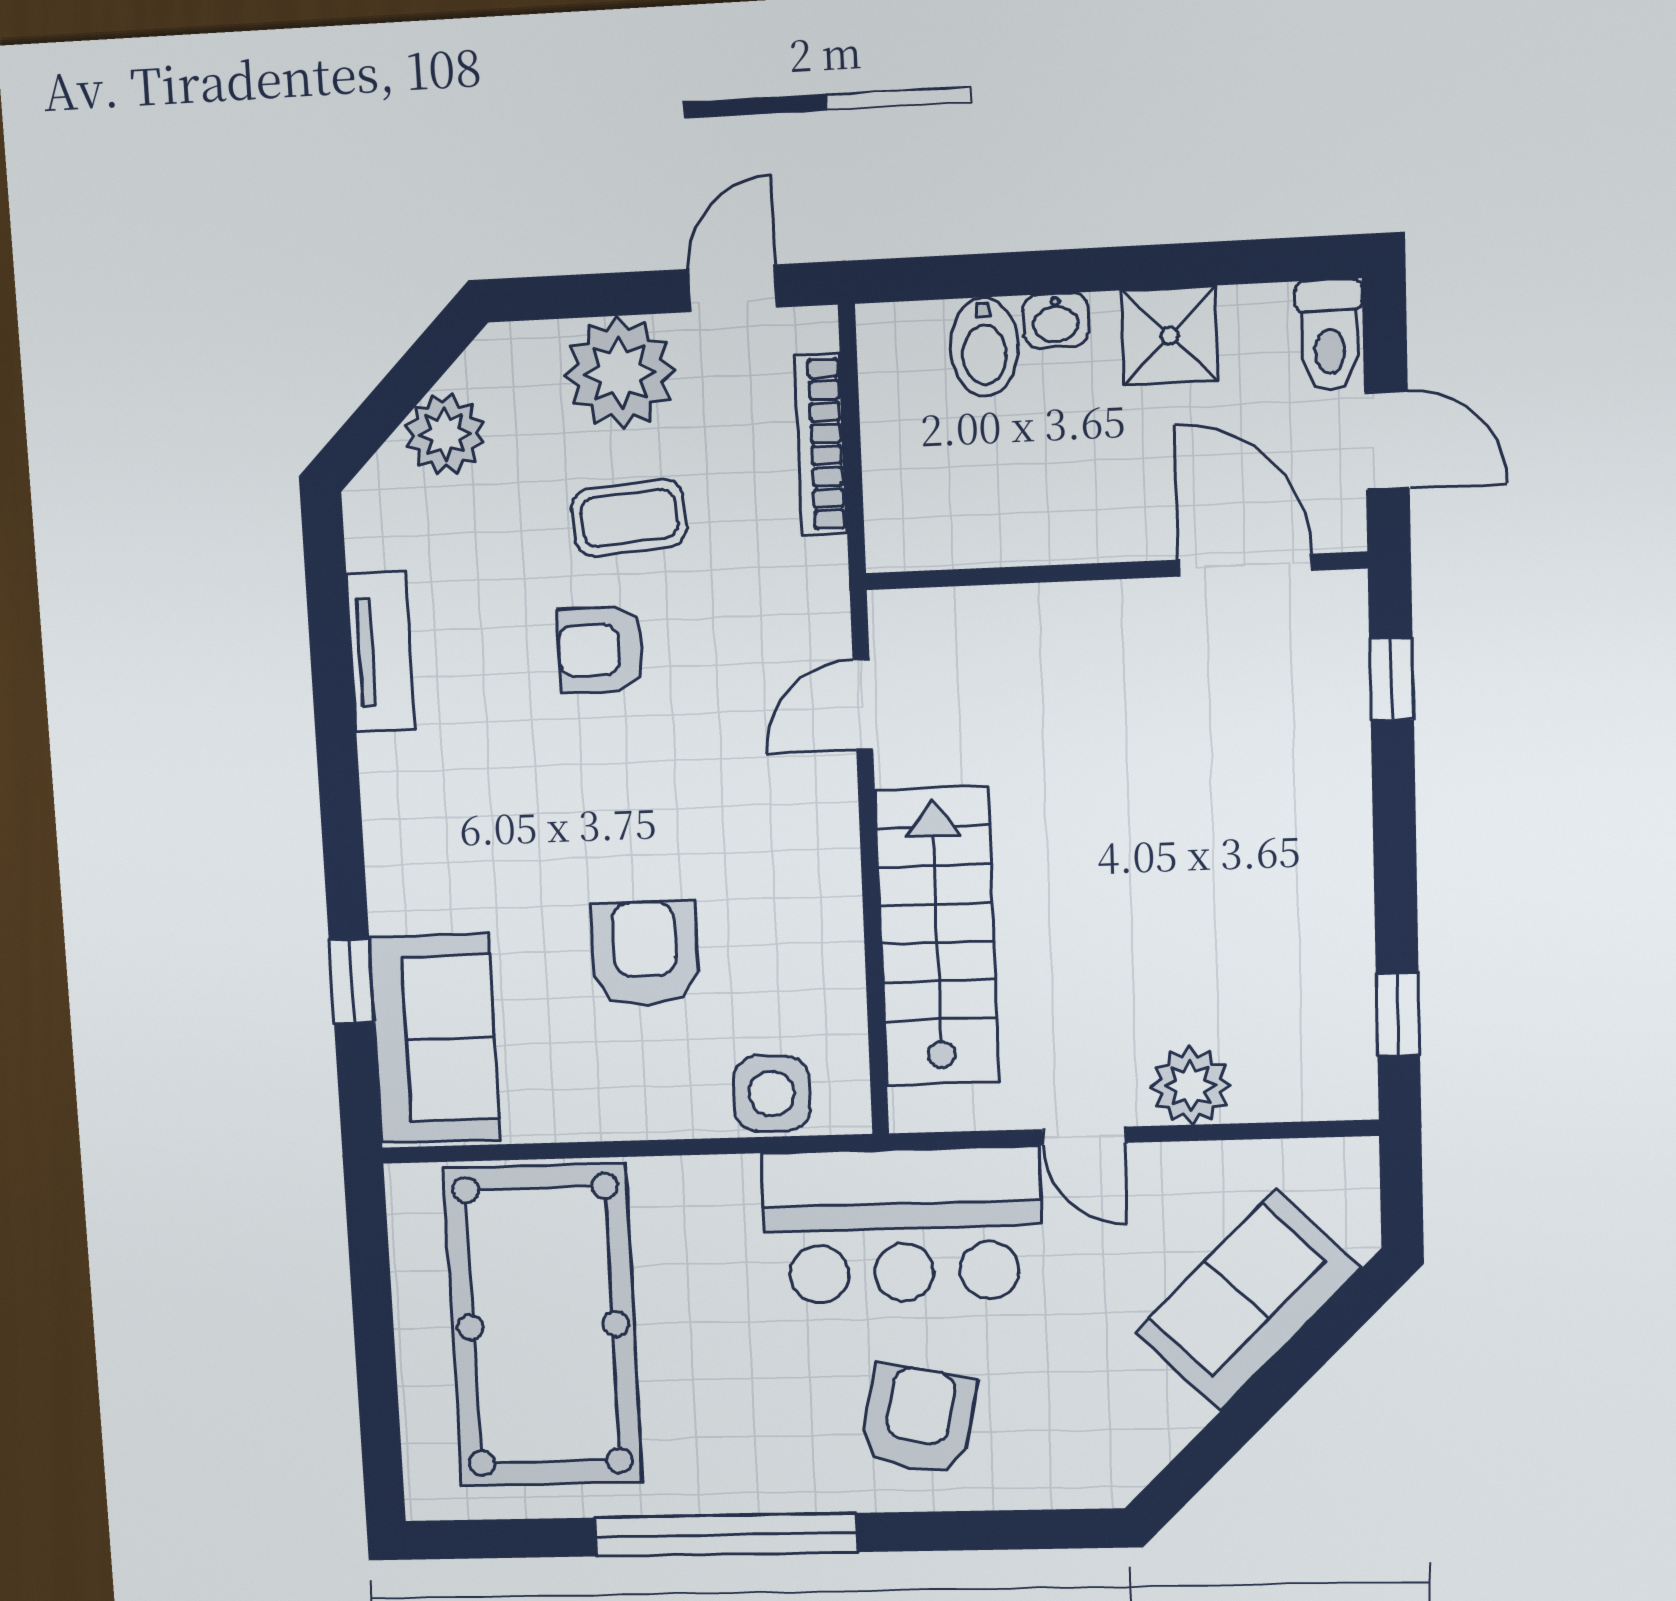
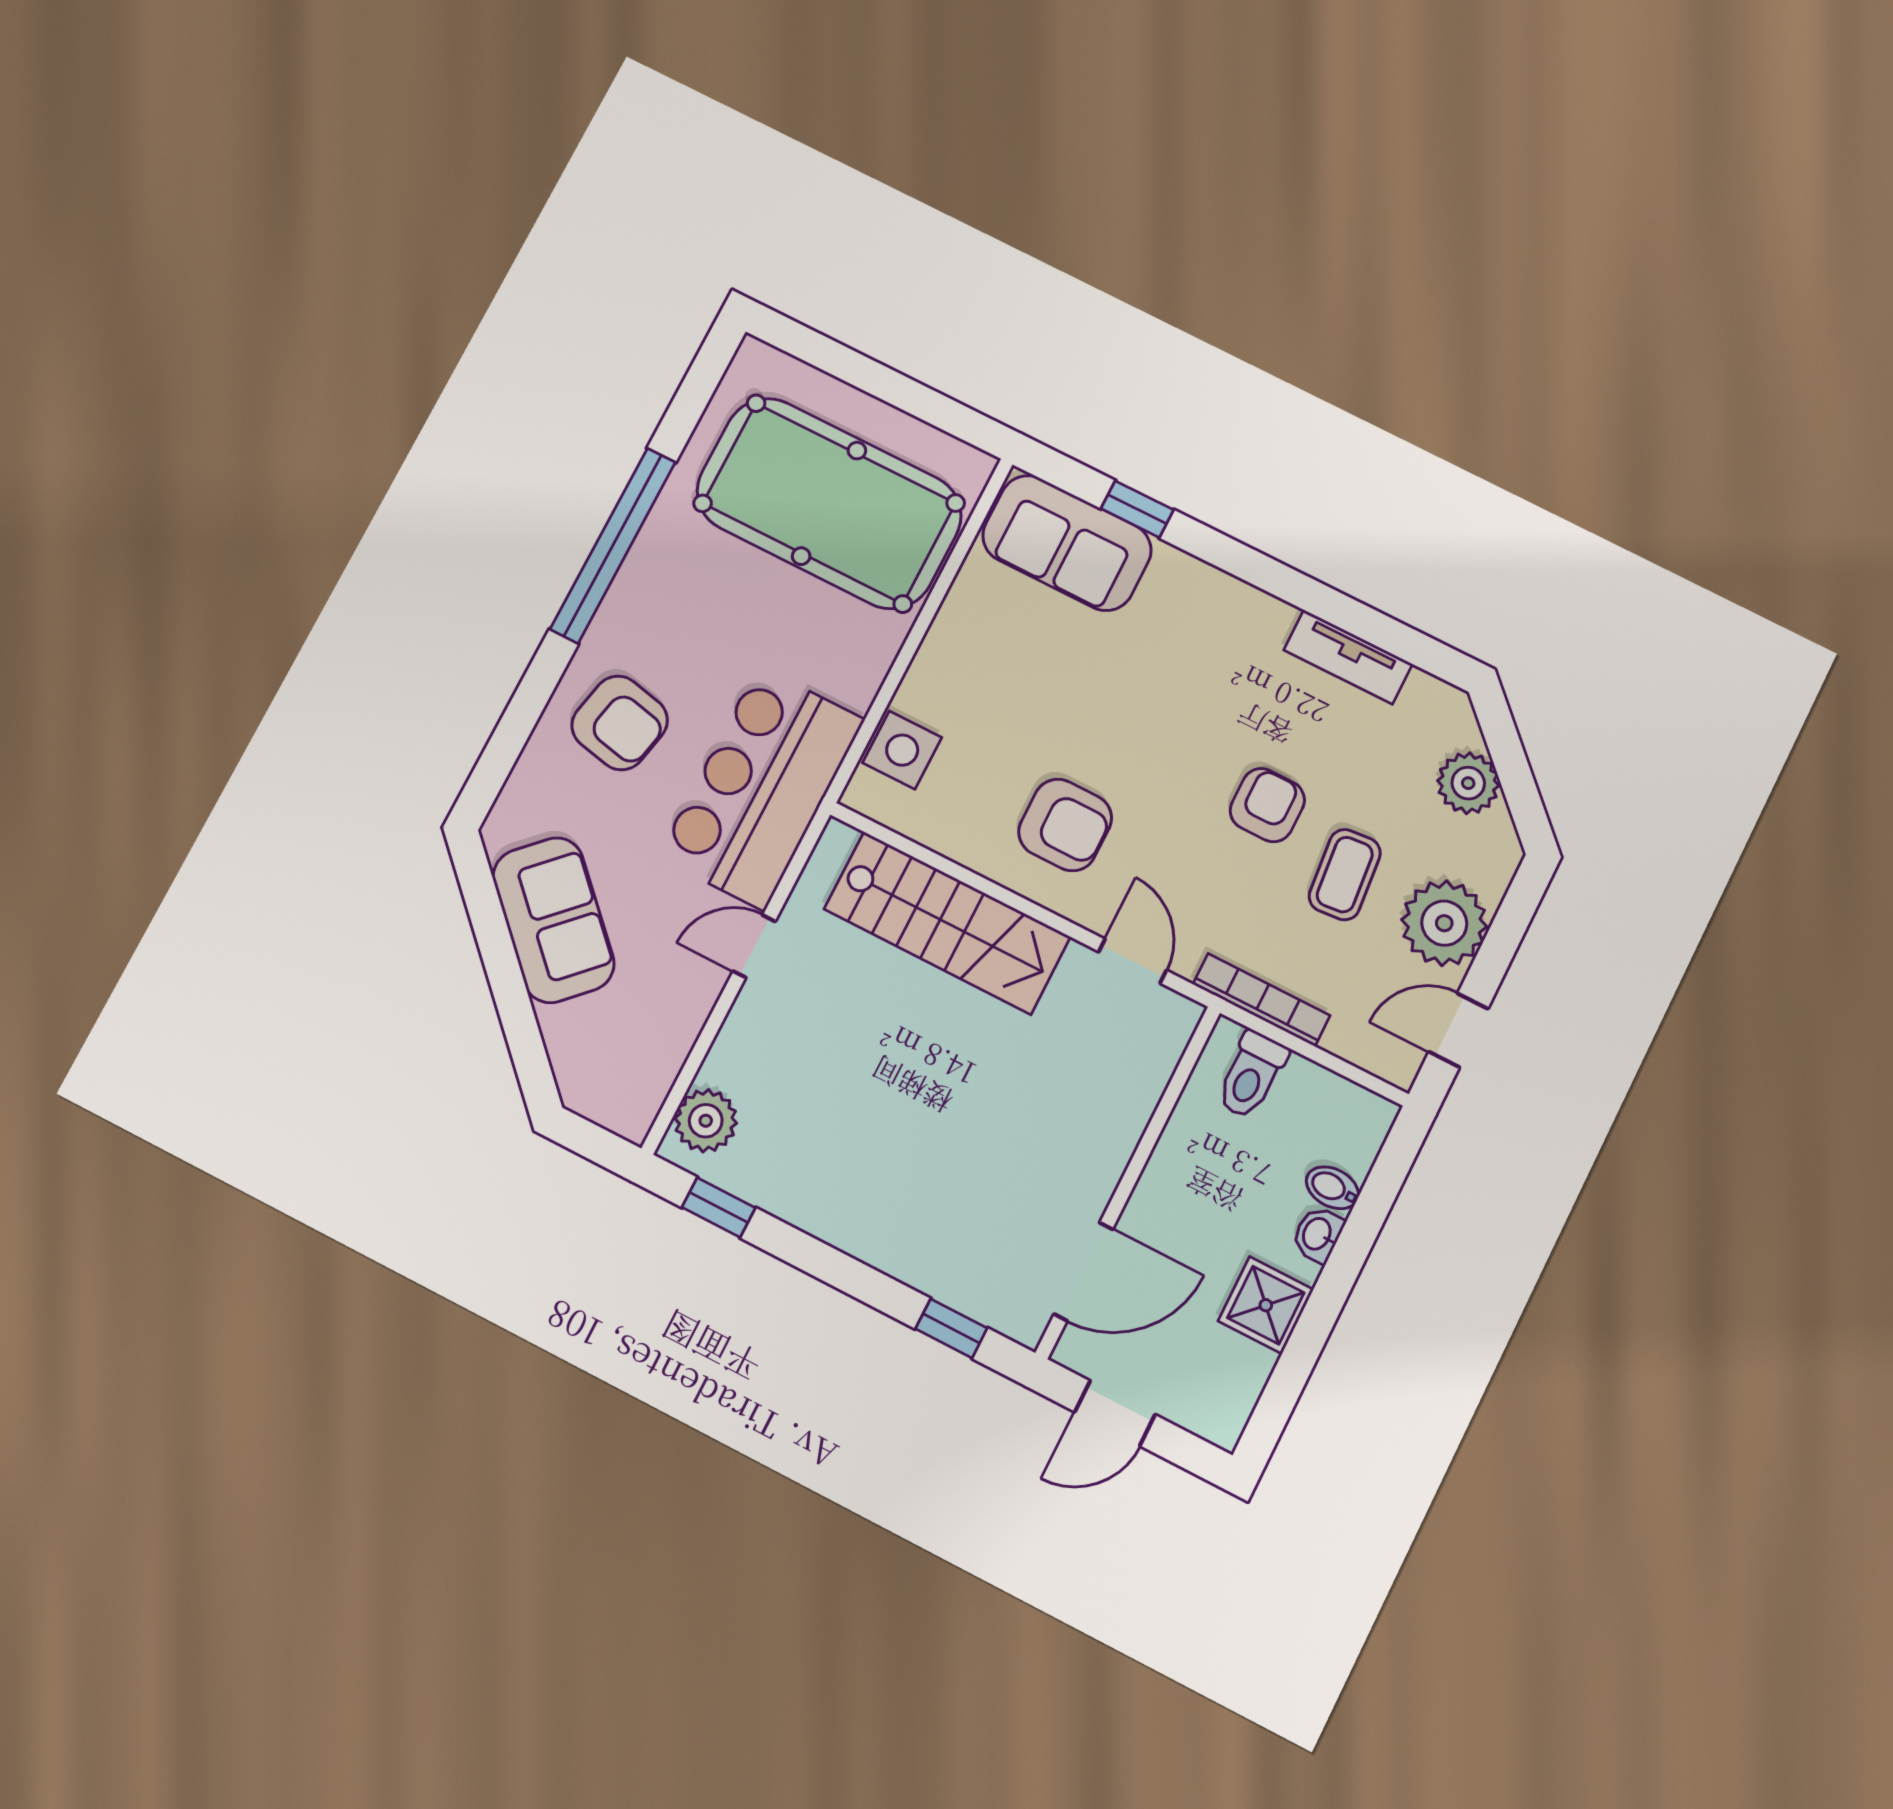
door: (733, 288) -> (1458, 1030), swing flipped
toilet: (1330, 335) -> (1251, 1075), moved, turned -90
bidet: (984, 347) -> (1332, 1188), width x0.72, depth x0.74
bookcase: (821, 444) -> (1261, 1000), moved
armchair: (645, 953) -> (1065, 825), moved
plant: (1191, 1086) -> (706, 1121), moved
sofa: (1248, 1300) -> (554, 920), moved

